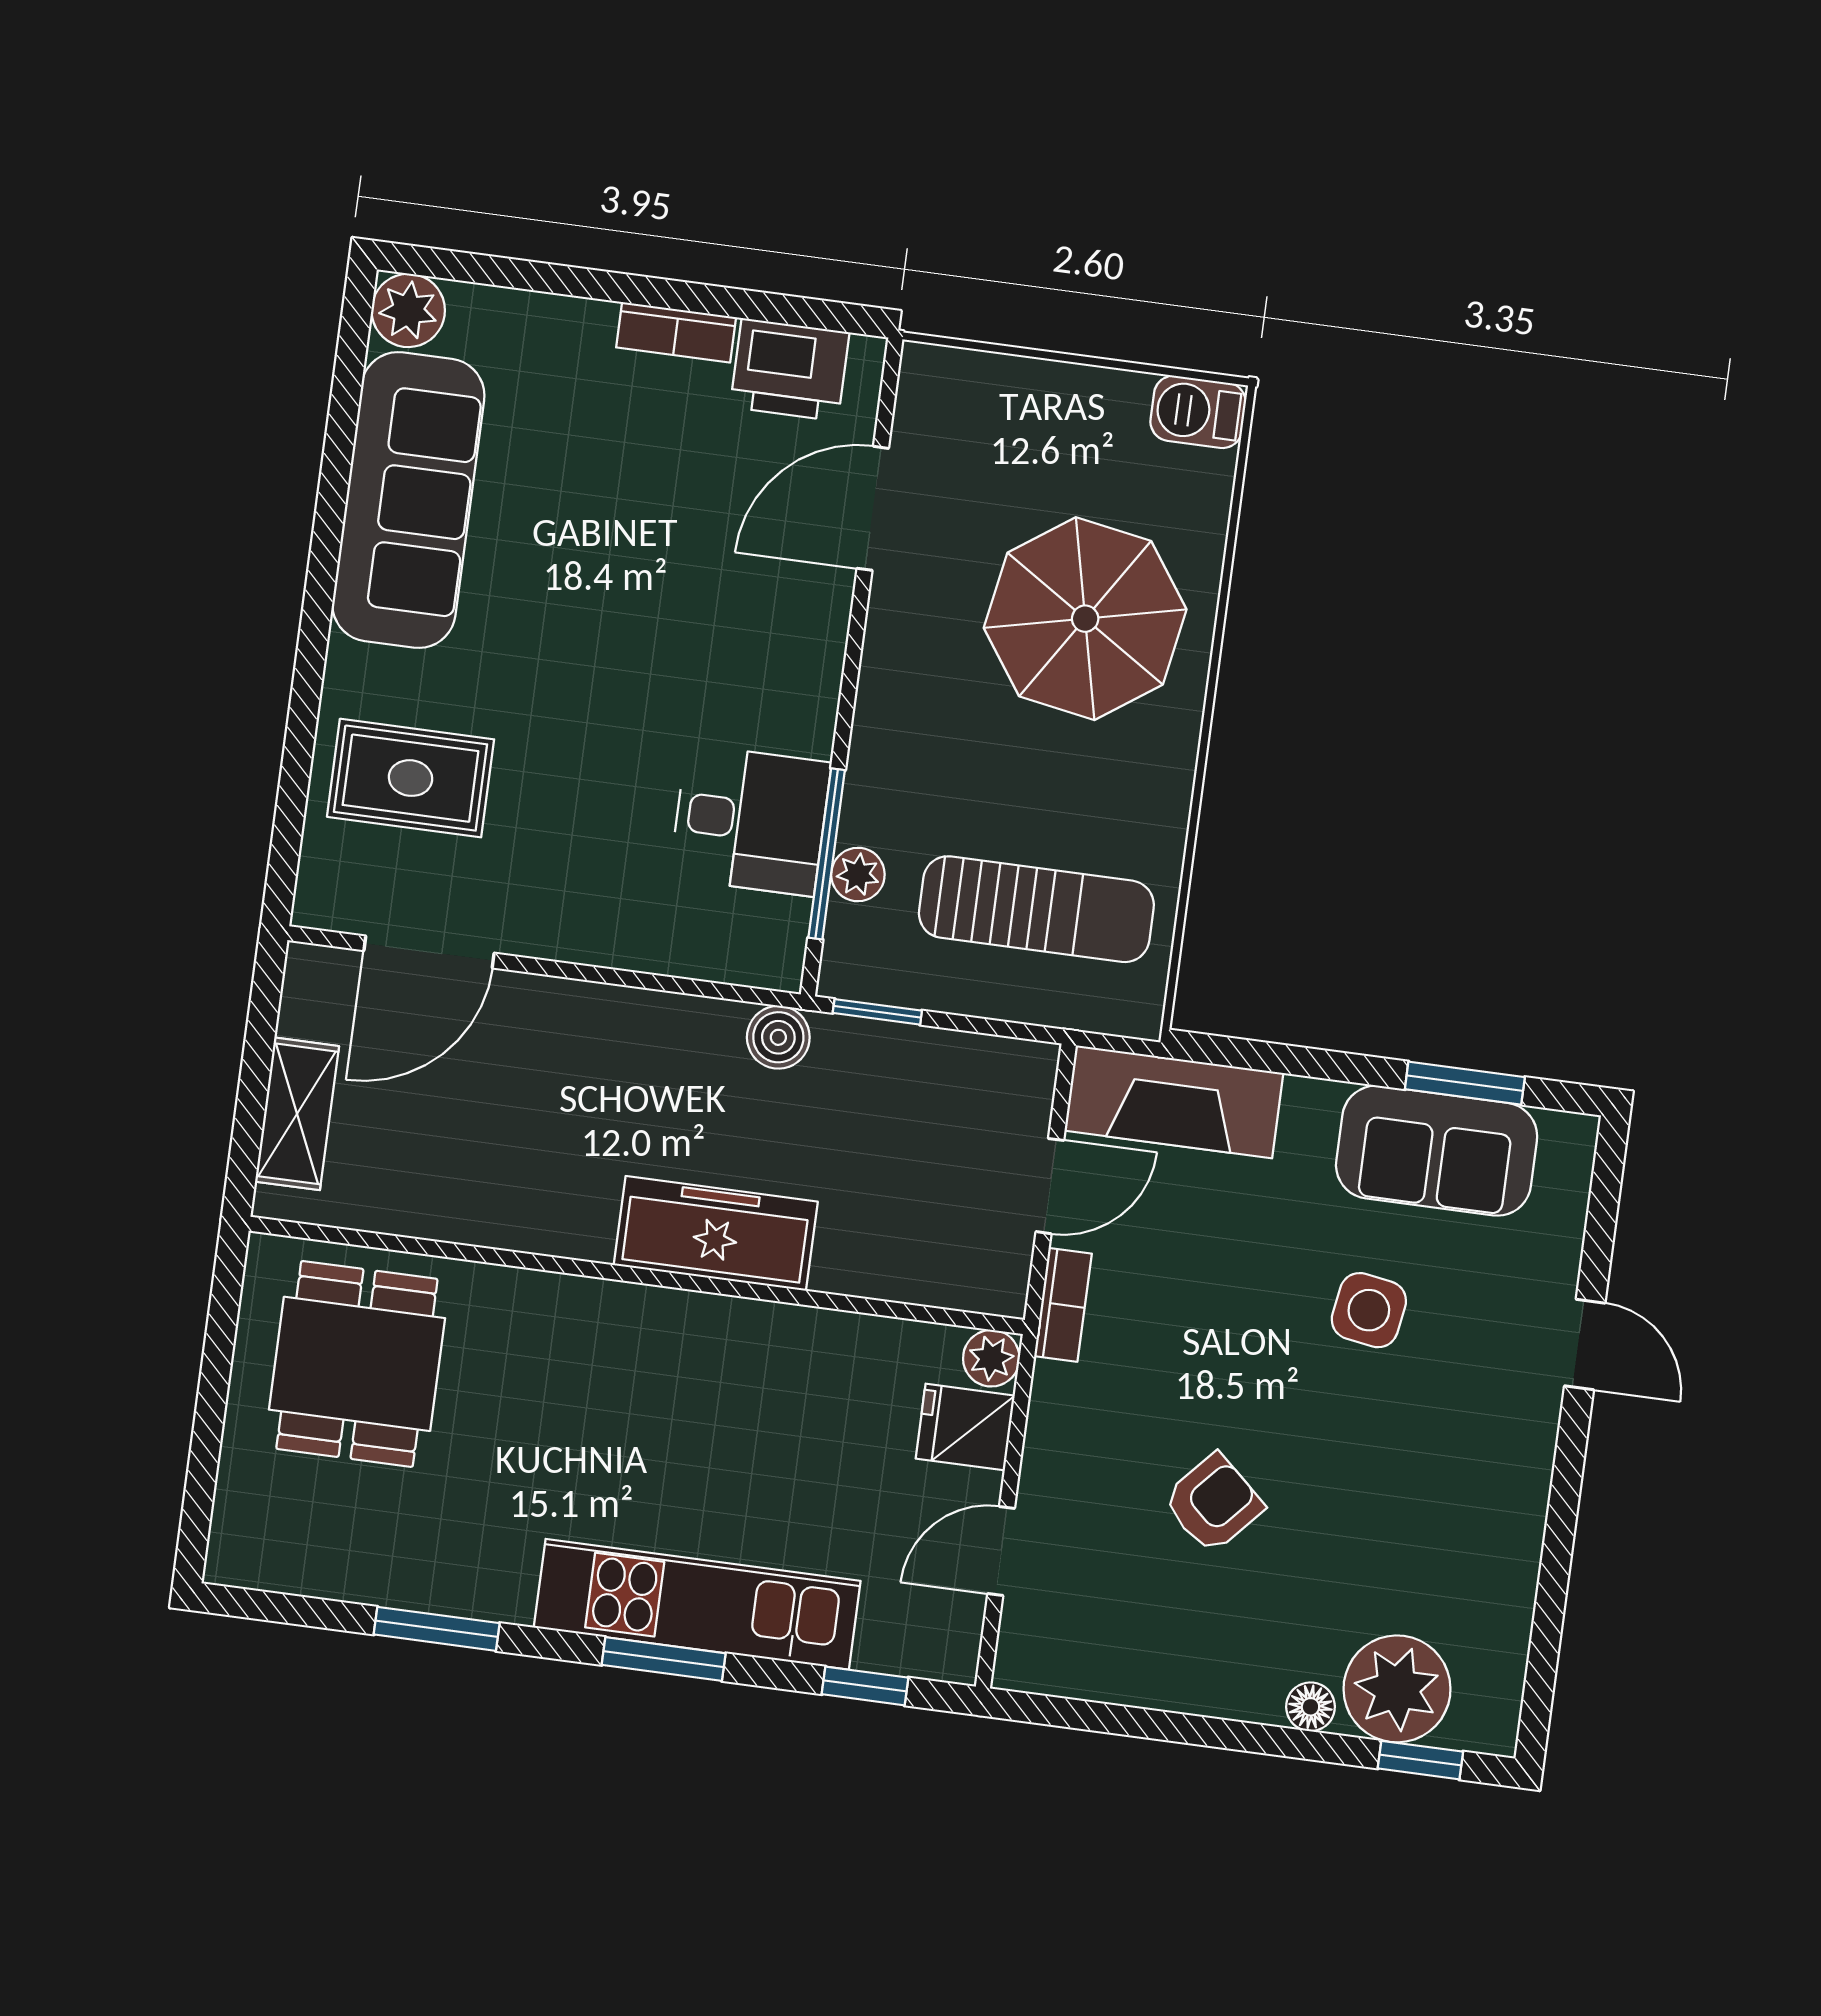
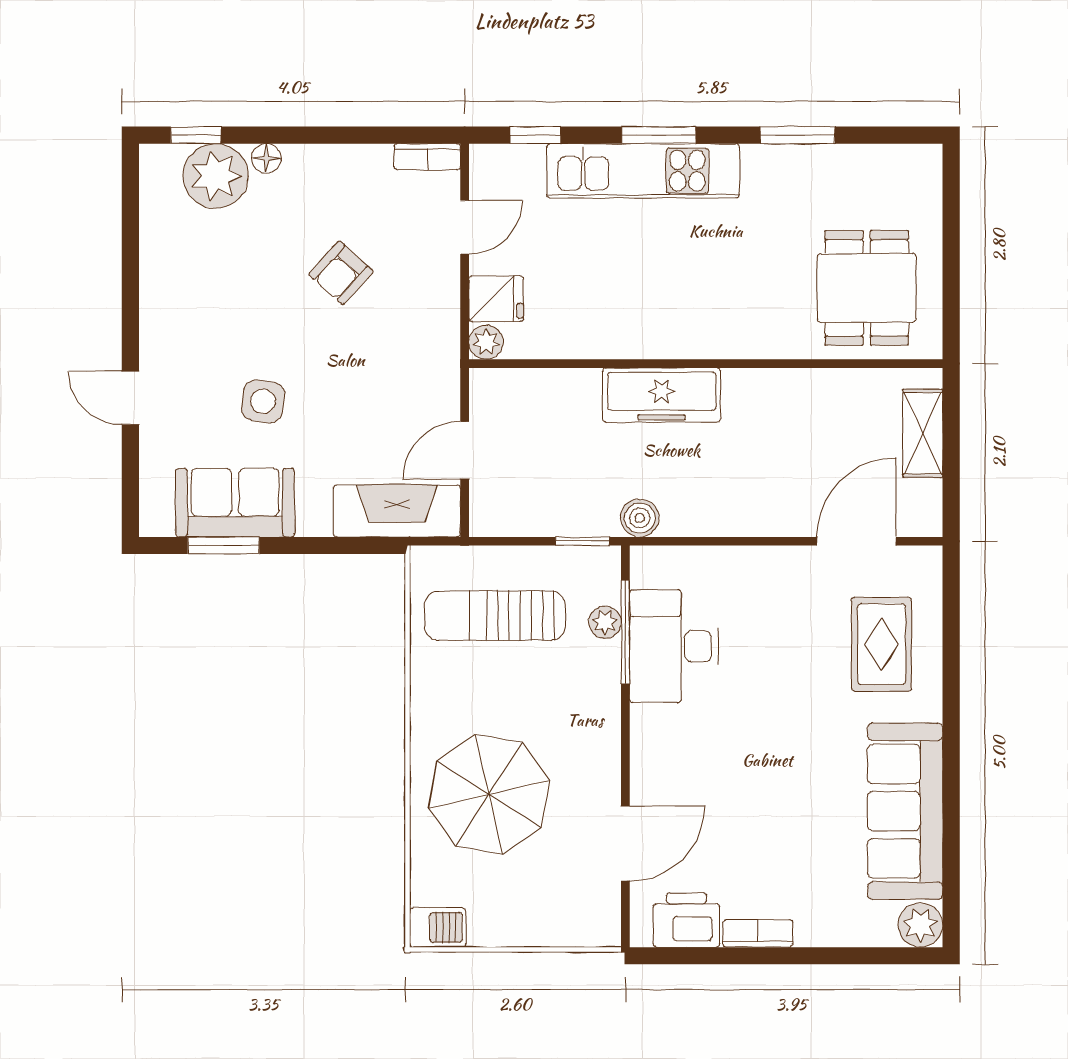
rug: (411, 778) -> (882, 644), turned 90
desk: (750, 820) -> (674, 646), width x1.37
bookcase: (1063, 1305) -> (427, 157), moved, turned -90

